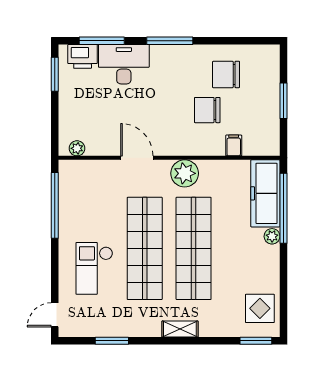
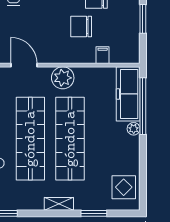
window: (256, 341) -> (94, 213), moved

